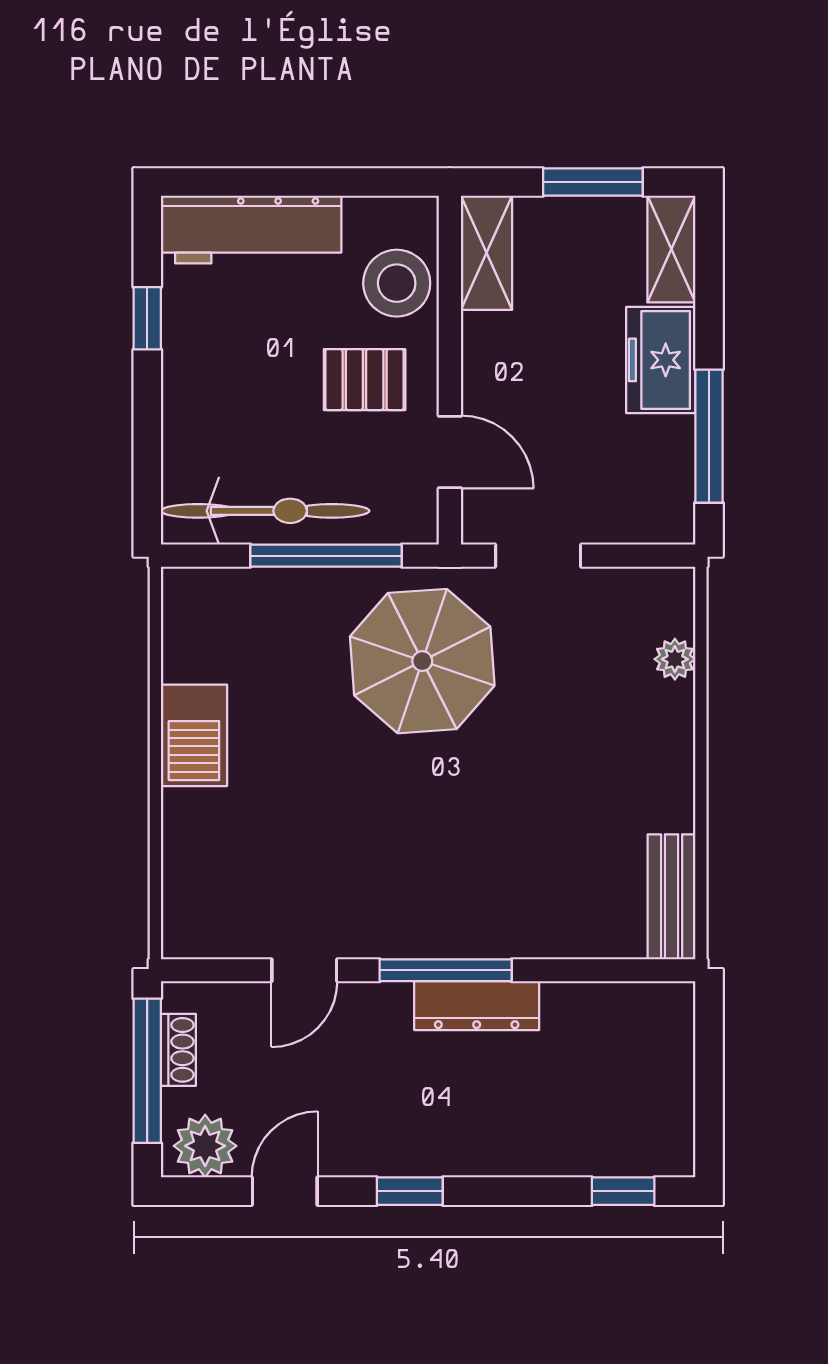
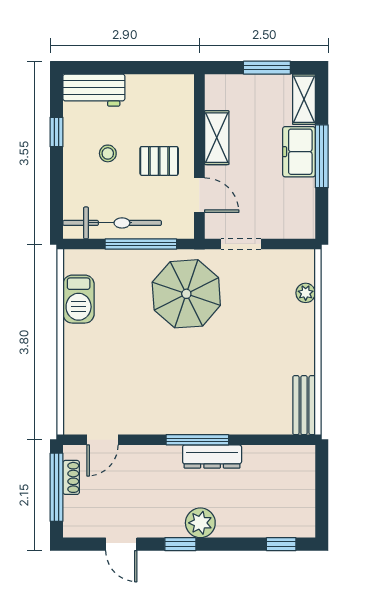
workbench: (251, 230) -> (94, 90), width x0.73
shelving: (487, 253) -> (217, 138), moved
stool: (397, 283) -> (108, 153), moved, width x0.53, depth x0.53
window: (709, 436) -> (322, 156), moved
barbecue: (194, 735) -> (79, 299), moved
door: (304, 970) -> (103, 440), moved
plant: (205, 1146) -> (200, 523), moved
door: (285, 1191) -> (121, 544), swing flipped

